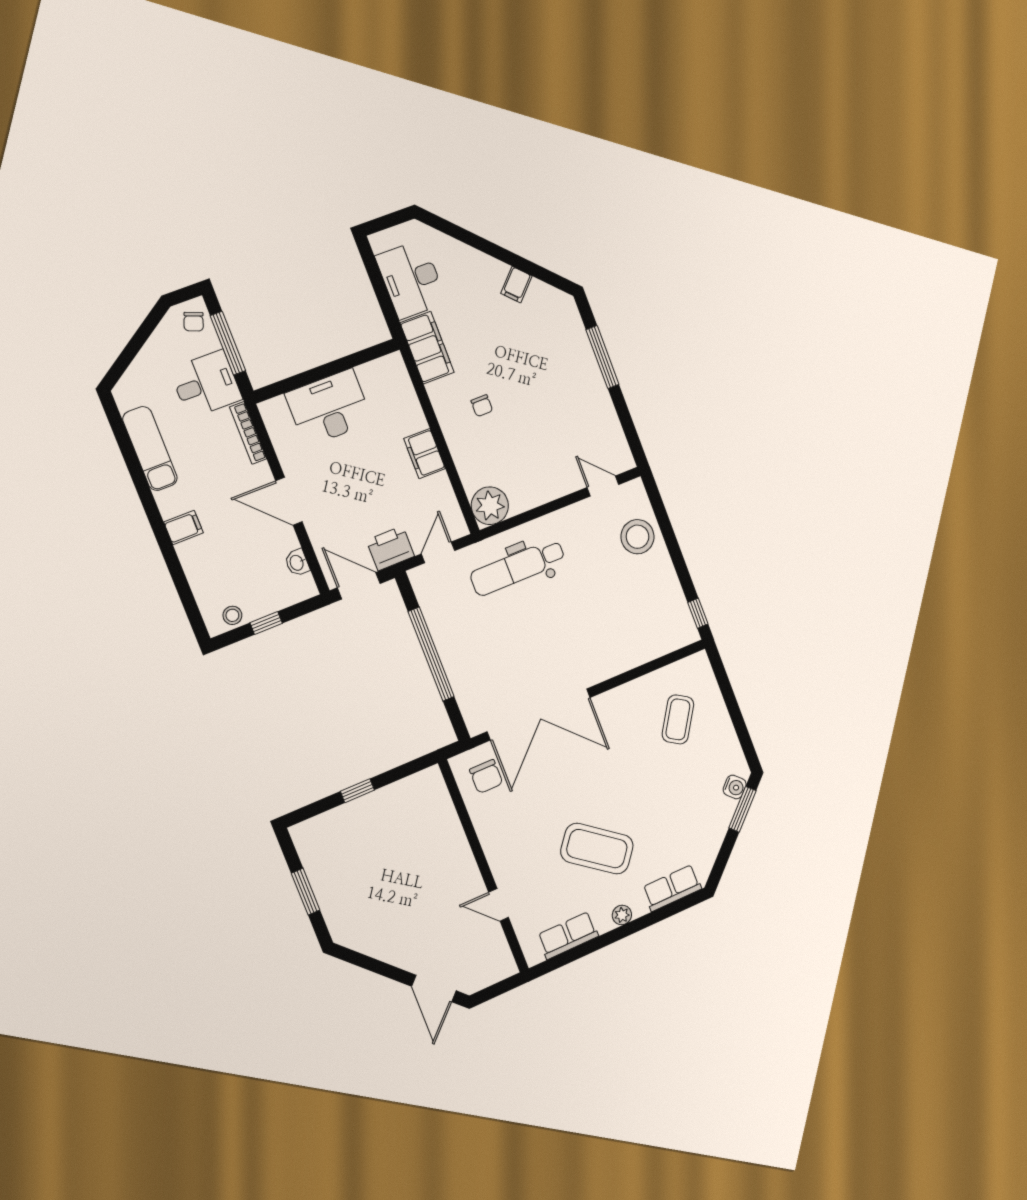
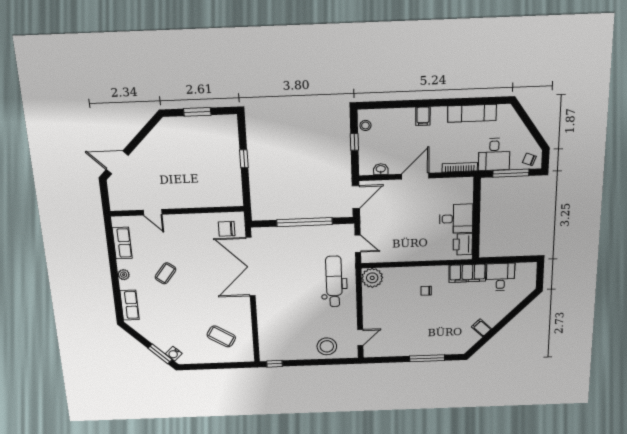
desk: (411, 279) -> (500, 277), width x0.73
desk: (329, 408) -> (456, 219), width x0.73
filing cabinet: (425, 454) -> (413, 254), removed
printer: (390, 548) -> (463, 244), moved, turned 180
coffee table: (597, 849) -> (166, 273), width x0.54, depth x0.58
door: (499, 905) -> (153, 212), swing flipped

